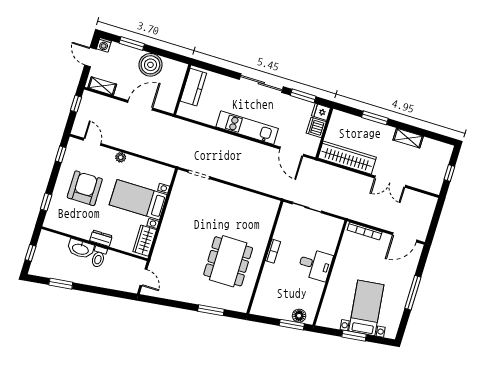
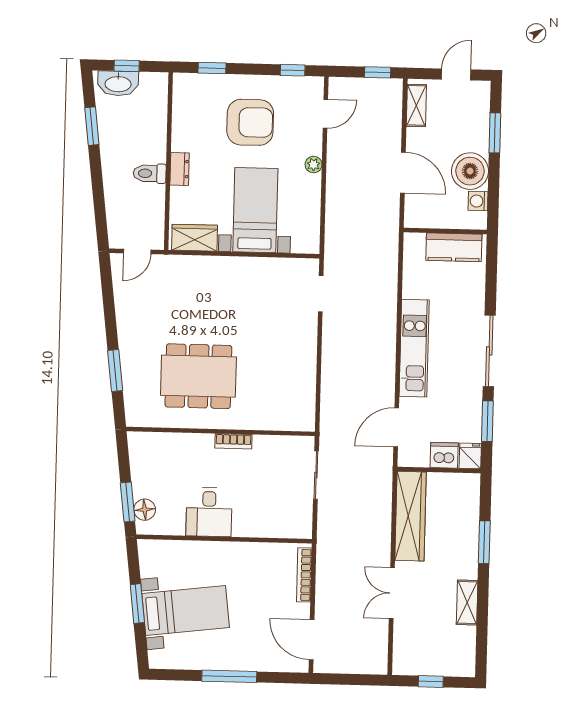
washing machine: (104, 45) -> (478, 201), moved
washbasin: (81, 249) -> (118, 83), moved, turned -90
desk: (315, 265) -> (209, 512), moved

